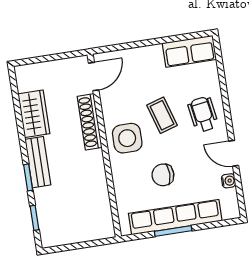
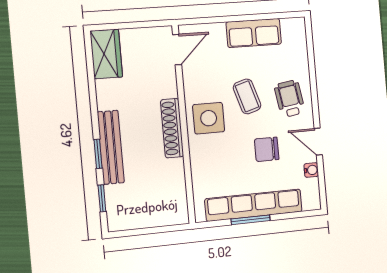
row of seats: (189, 51) -> (254, 33), moved
wardrobe: (34, 114) -> (106, 54), moved
shoe rack: (90, 122) -> (172, 128), moved
bench: (38, 162) -> (111, 147), width x1.36
chair: (163, 175) -> (267, 149), moved

